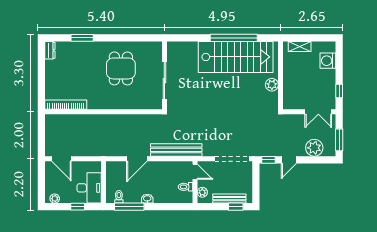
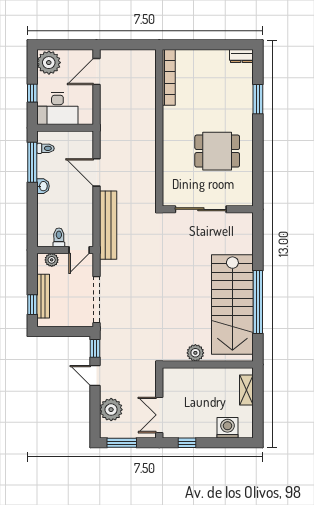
plant: (55, 199) -> (49, 63), width x1.88, depth x1.88

